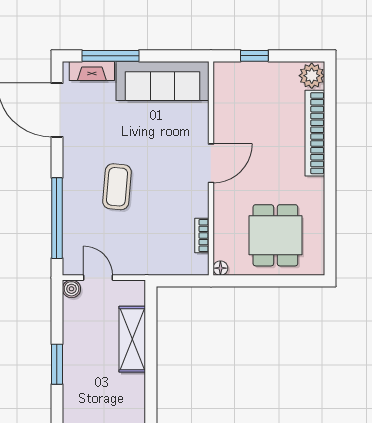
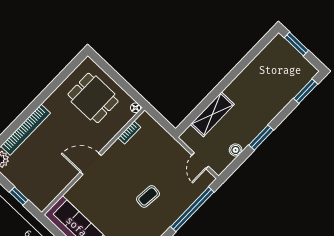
coffee table: (117, 187) -> (148, 196), width x0.73, depth x0.77
dining table: (275, 235) -> (93, 98), turned 90
boiler: (71, 289) -> (236, 150), moved

